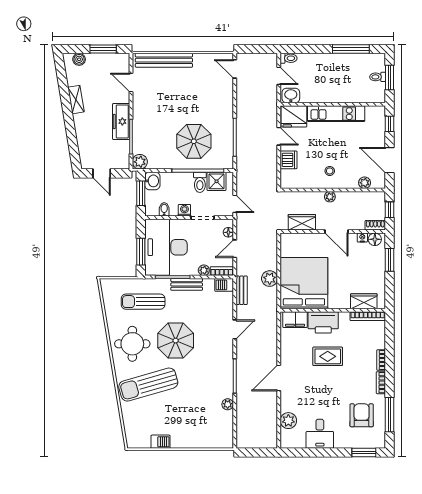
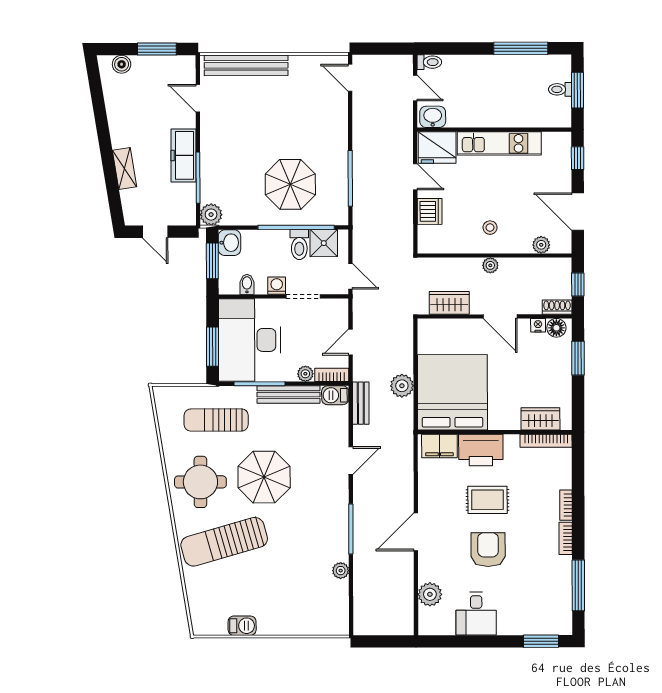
shelving: (76, 100) -> (125, 168), moved
floor lamp: (228, 232) -> (341, 318), removed
bench: (187, 284) -> (288, 395), width x1.36
armchair: (362, 415) -> (488, 550), moved

